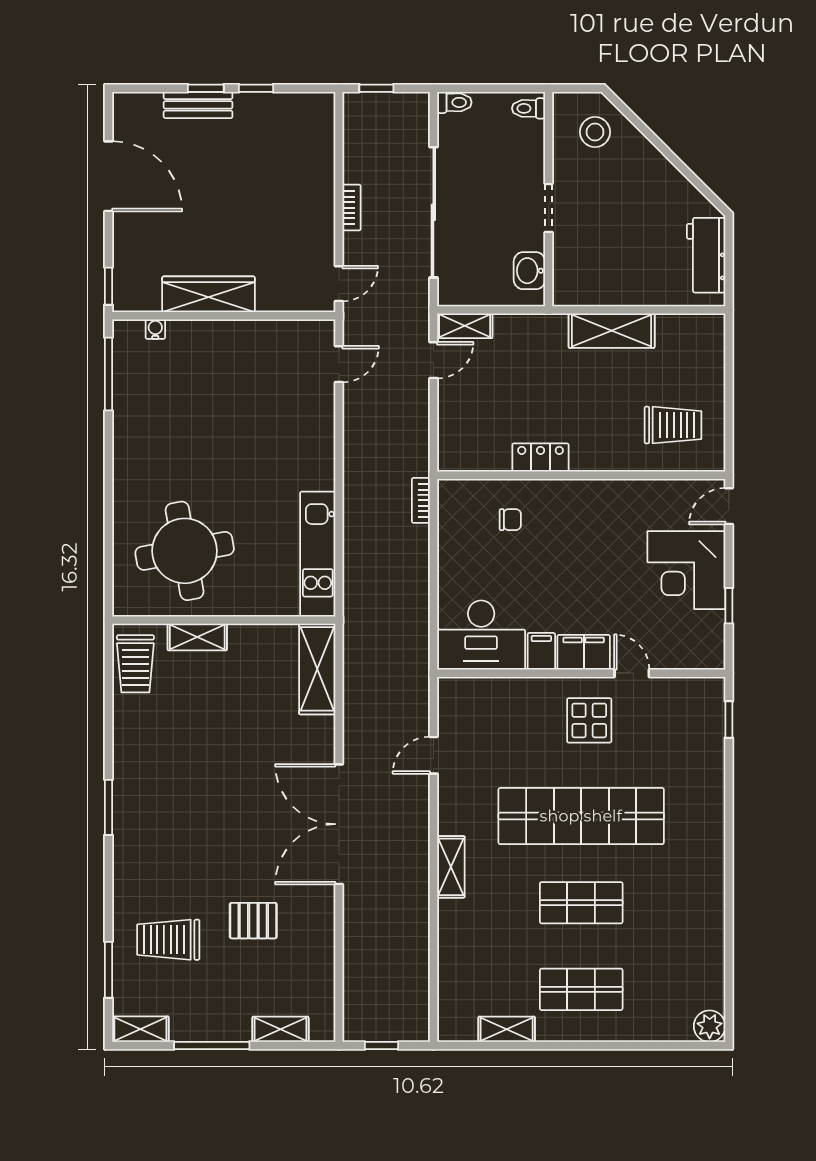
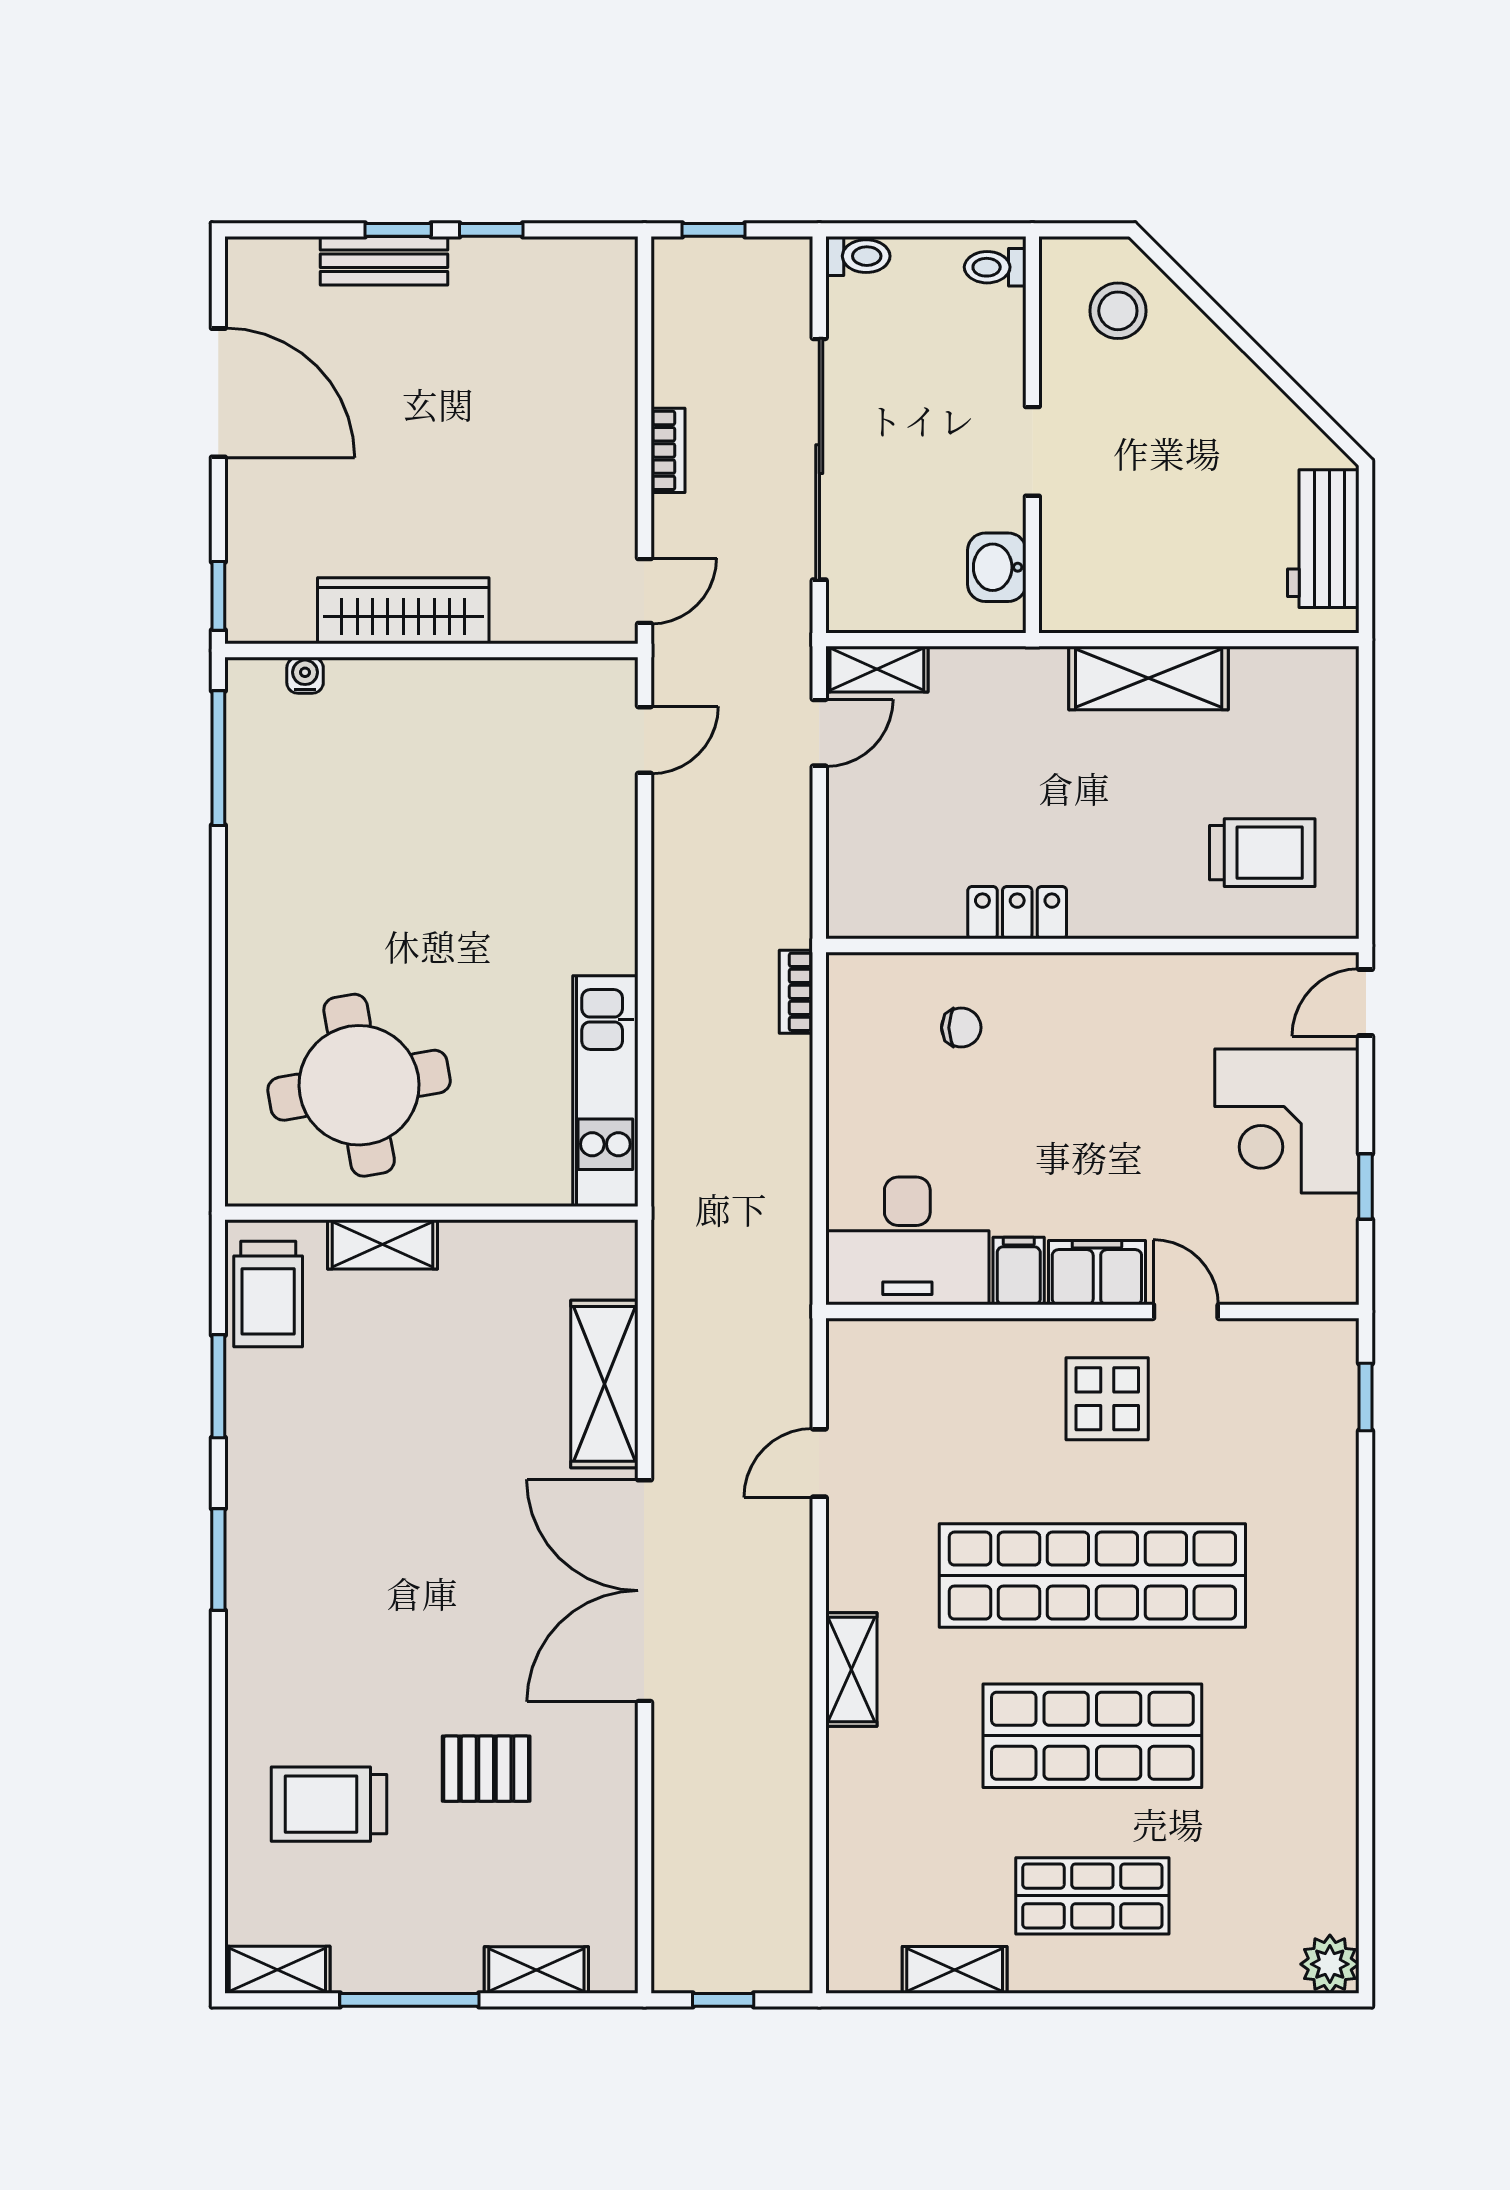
shelving: (317, 669) -> (604, 1384), moved
shop shelf: (581, 903) -> (1092, 1736), width x1.43, depth x1.36
window: (108, 970) -> (218, 1386), moved

